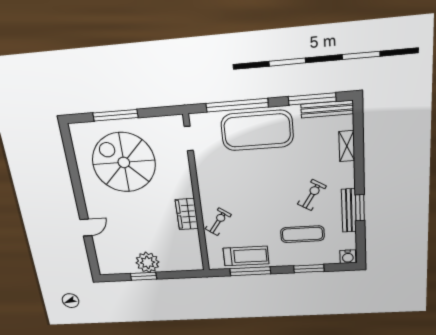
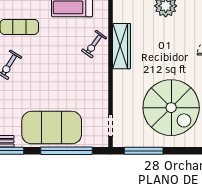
window: (115, 115) -> (144, 151), moved
wardrobe: (187, 214) -> (122, 46), width x1.50

